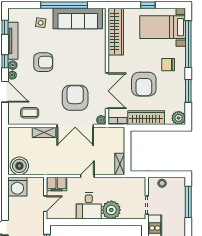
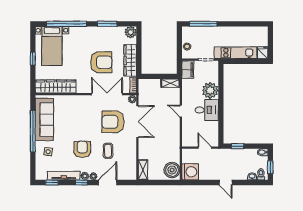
chair: (168, 65) -> (84, 41), removed
coffee table: (30, 113) -> (108, 151), moved
shelving: (44, 132) -> (143, 170), moved
filing cabinet: (57, 184) -> (188, 70), moved

